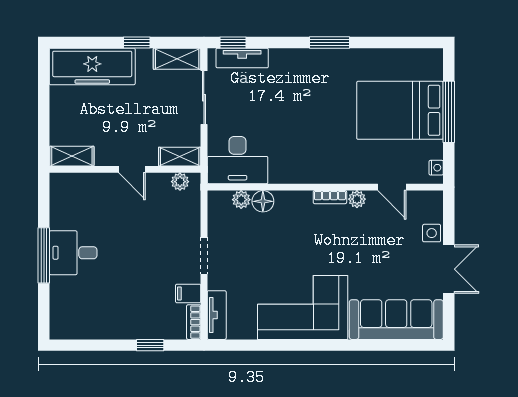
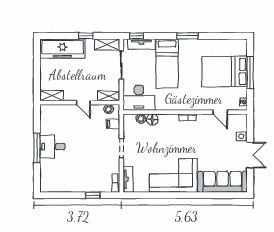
bed: (291, 95) -> (167, 63), added
plant: (357, 199) -> (202, 118), removed
filing cabinet: (188, 293) -> (113, 124), moved

